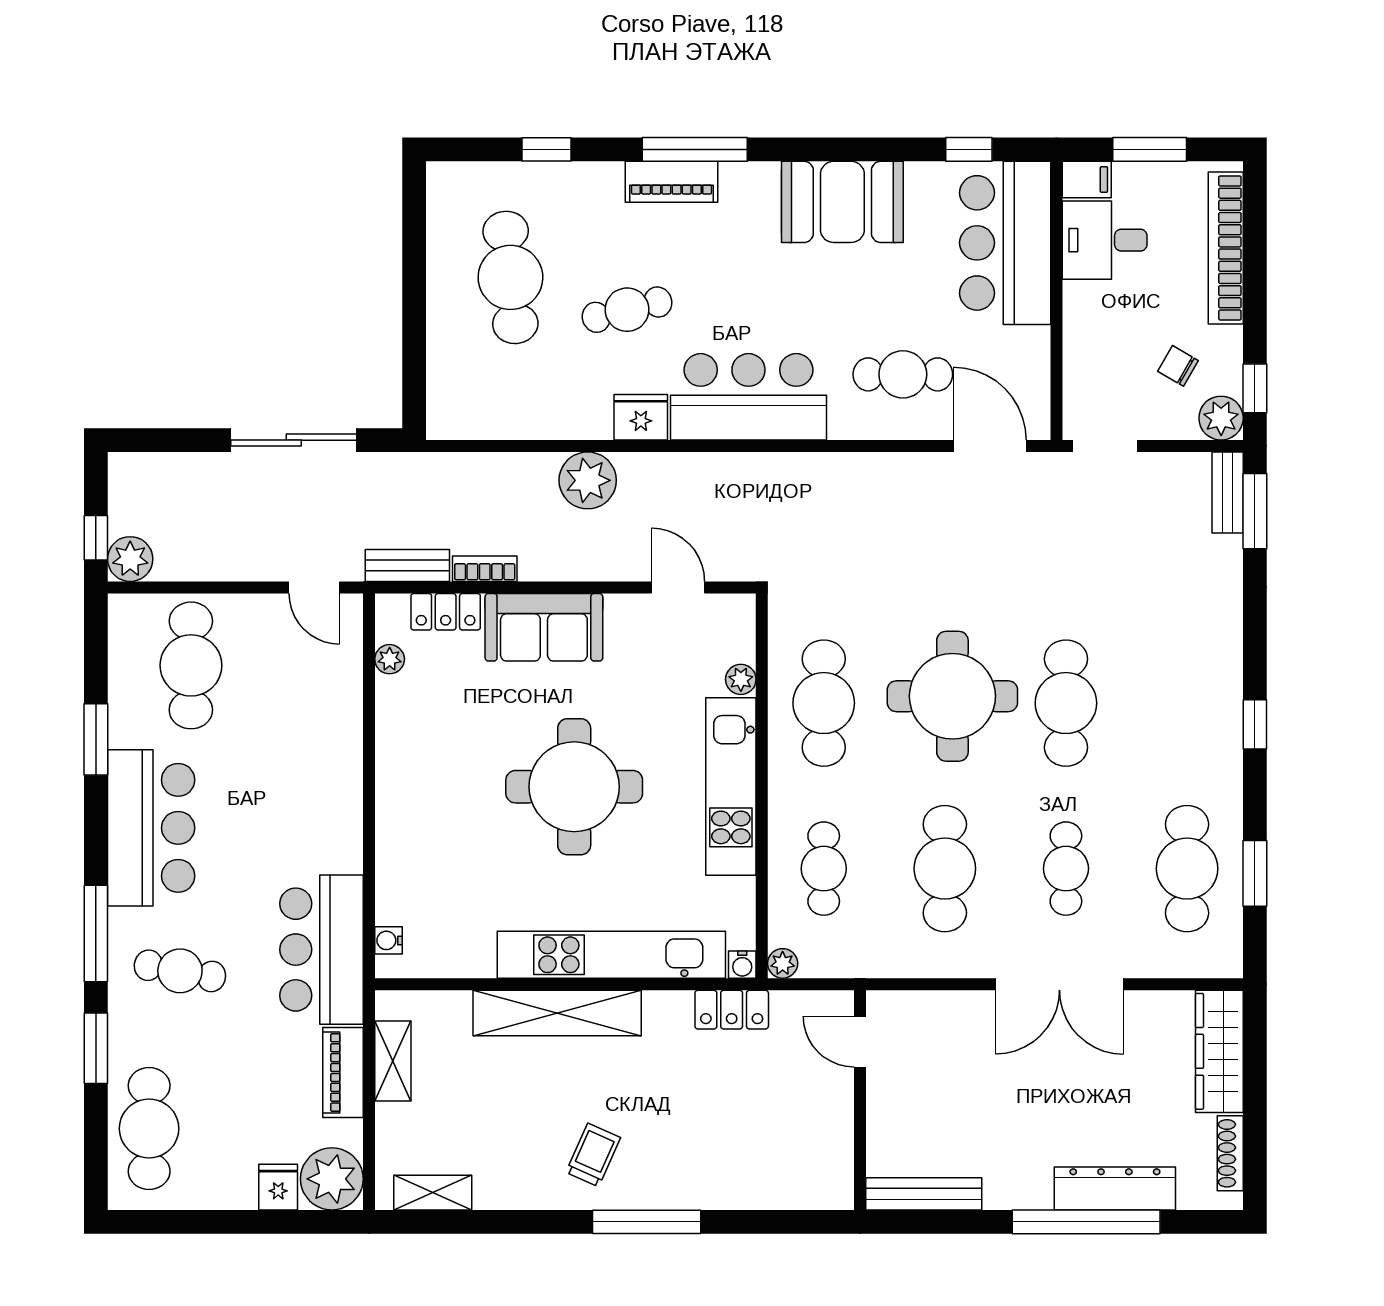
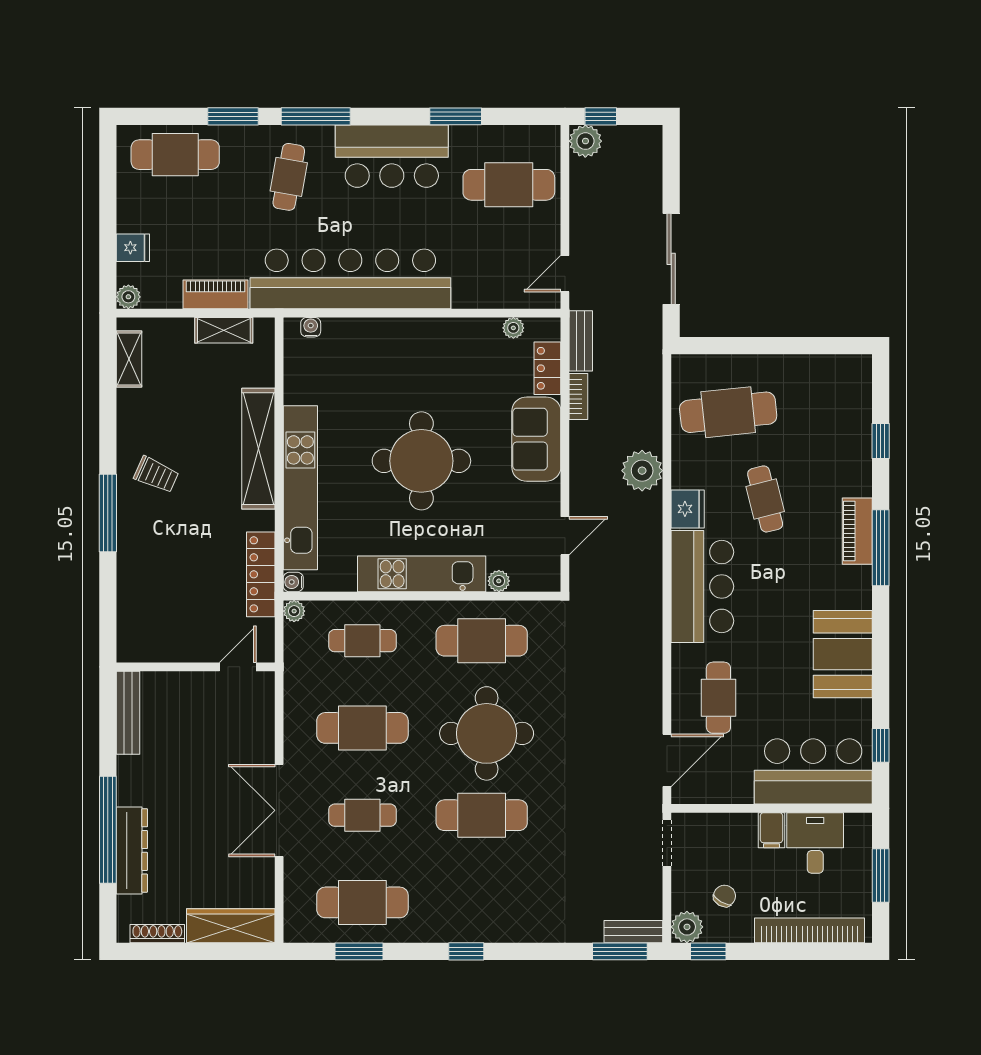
filing cabinet: (1087, 179) -> (771, 830), moved
cafe table: (510, 277) -> (728, 412), moved
bar counter: (321, 950) -> (350, 279), width x1.86
locker: (732, 1010) -> (261, 574), width x1.53
plant: (332, 1179) -> (128, 297), width x0.53, depth x0.53

